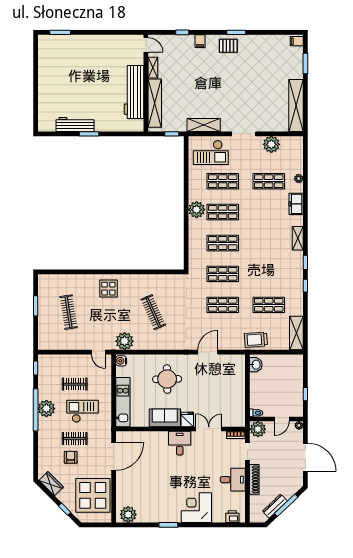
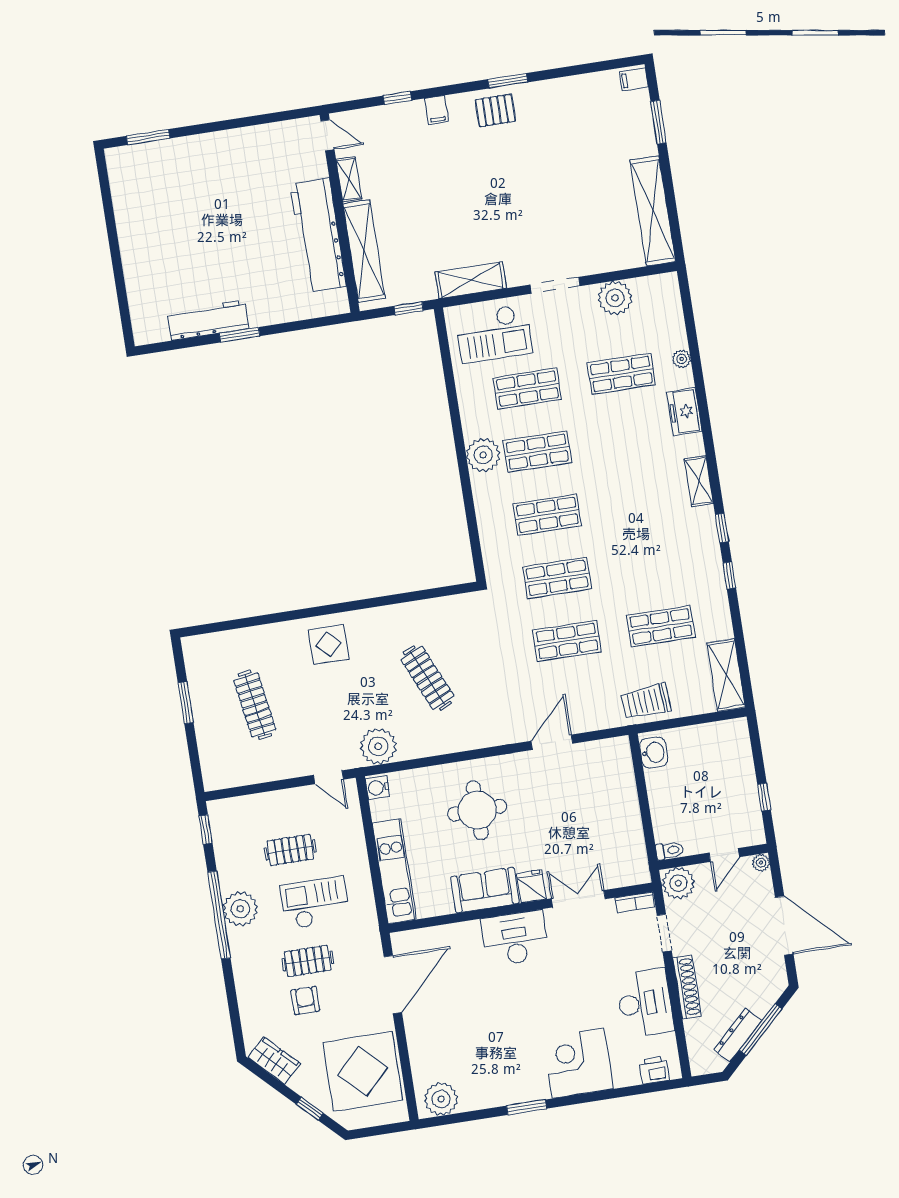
desk: (180, 443) -> (515, 938), width x1.37
desk: (233, 480) -> (645, 1003), width x1.37

